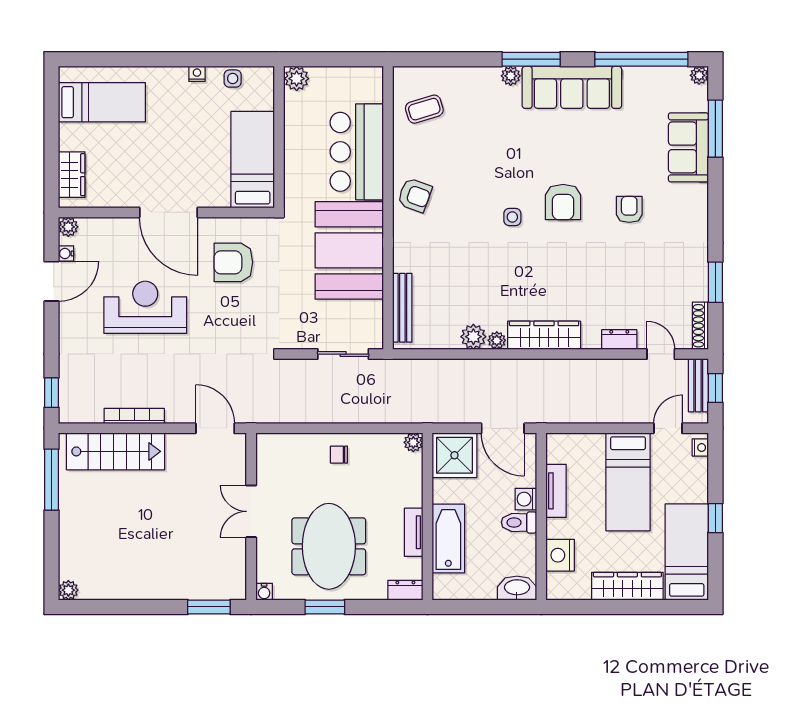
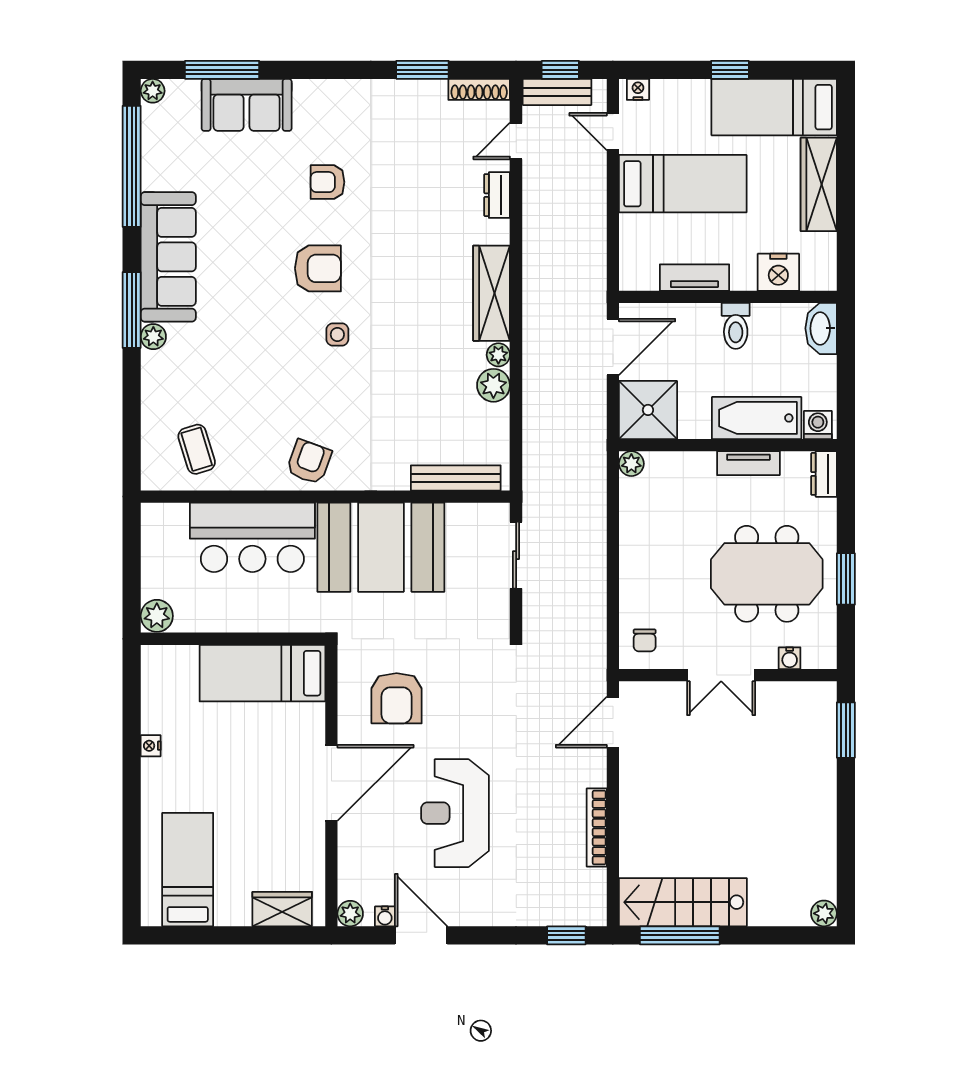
side table: (233, 79) -> (157, 699), removed
stairs: (116, 451) -> (683, 902), moved, turned -90
chair: (339, 455) -> (645, 640), moved
washing machine: (526, 499) -> (818, 425), moved, turned 180
water cooler: (264, 592) -> (790, 658), moved, turned 90

